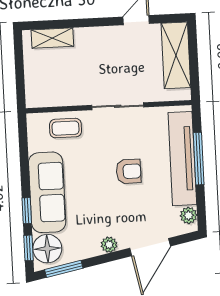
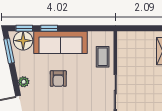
armchair: (129, 171) -> (58, 79), moved

